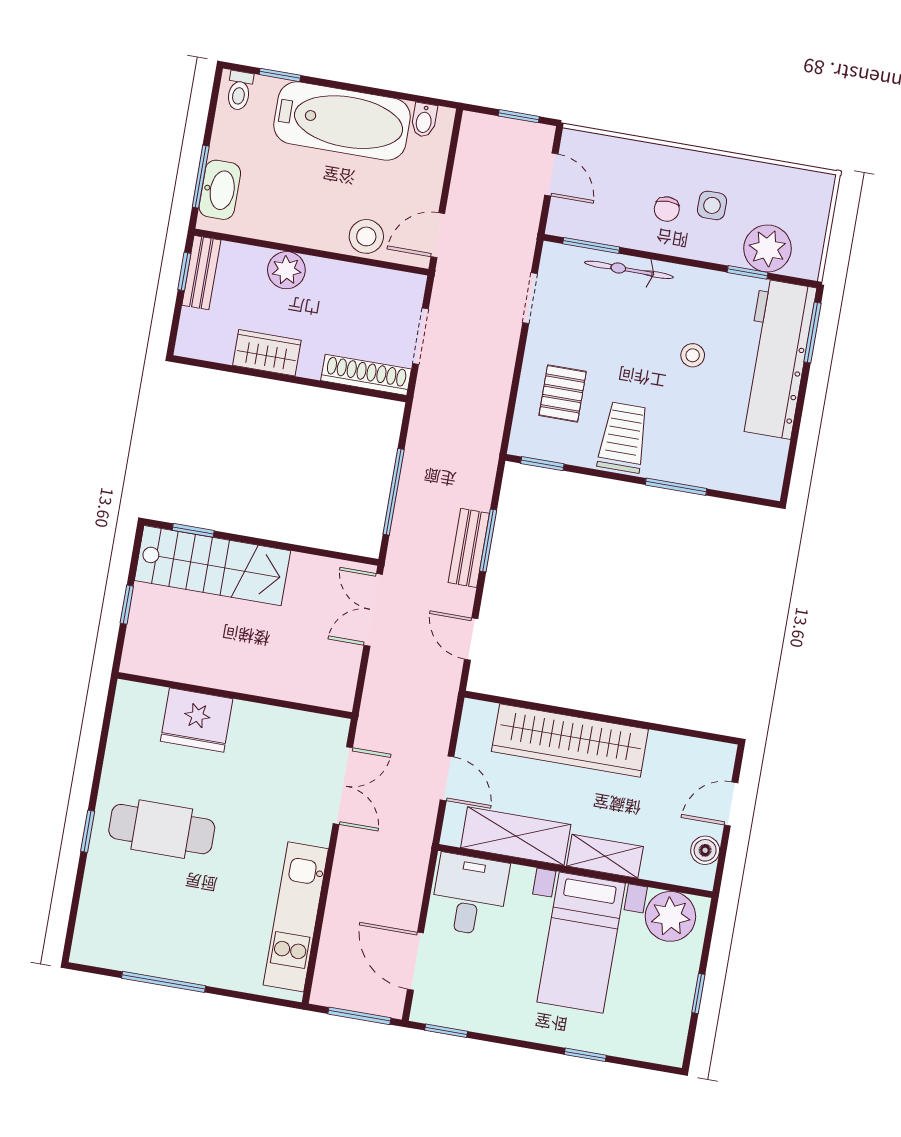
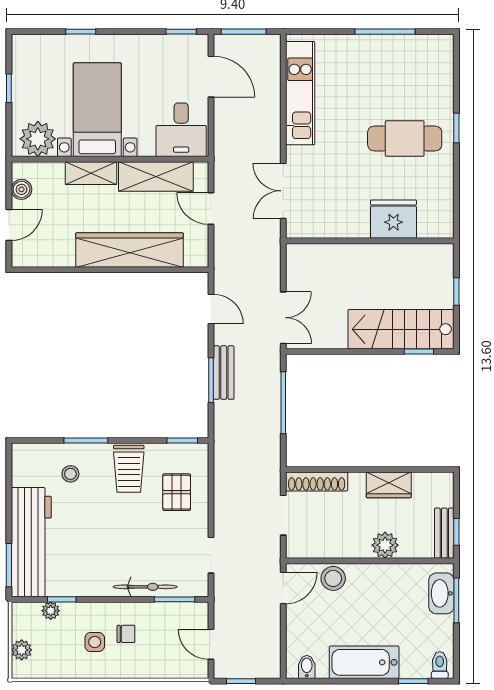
bathtub: (342, 121) -> (364, 662), width x0.73, depth x0.73
chair: (667, 209) -> (126, 634), turned 90
plant: (815, 212) -> (22, 650), added
plant: (767, 248) -> (51, 611), width x0.53, depth x0.53
stool: (693, 355) -> (70, 474), moved

